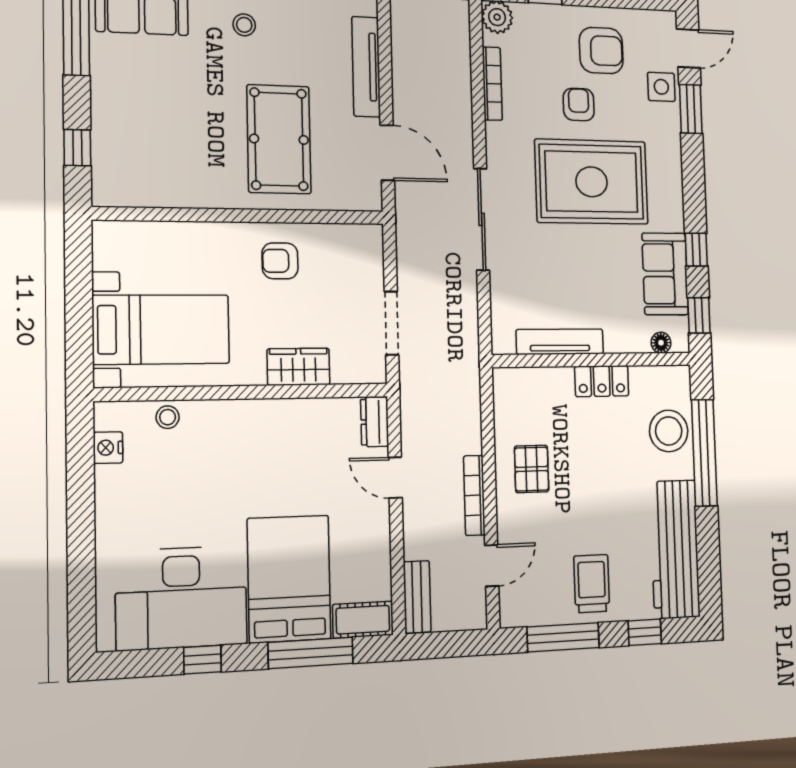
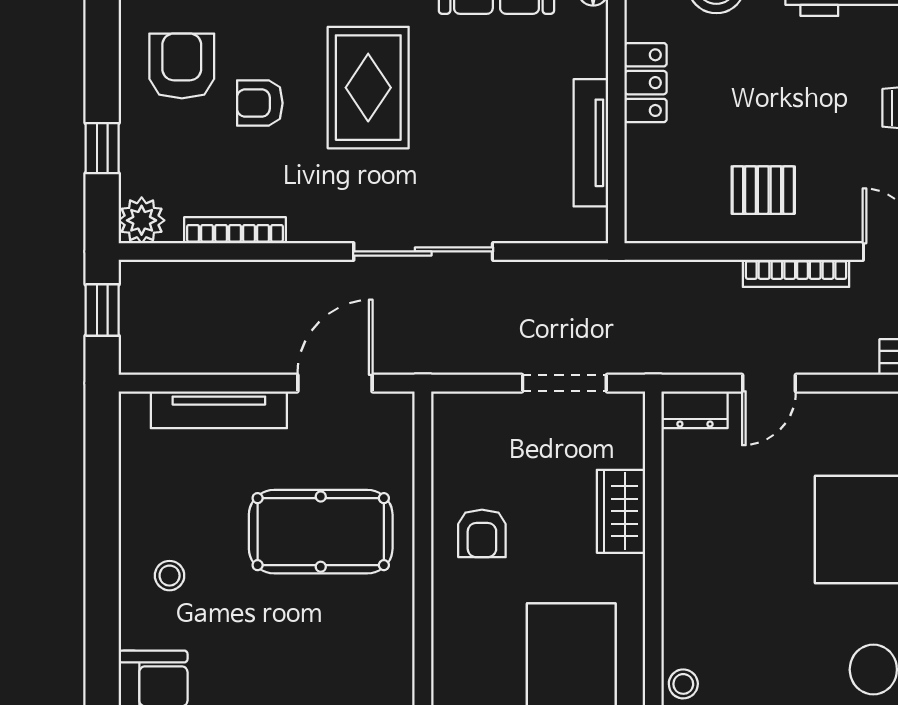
rug: (592, 182) -> (368, 88), width x0.73, depth x0.69

